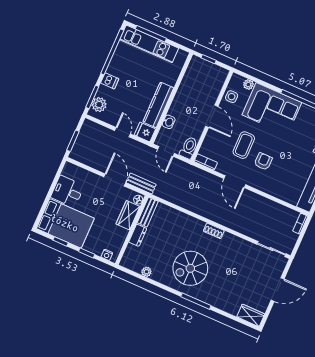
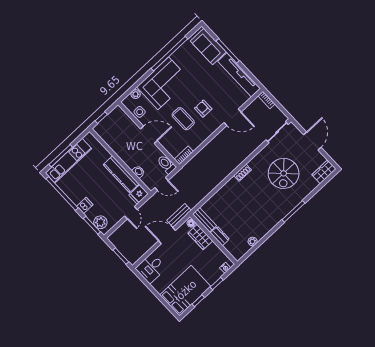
door: (123, 132) -> (131, 213), swing flipped
door: (235, 182) -> (233, 117), moved
desk: (67, 191) -> (151, 268), moved
spiral stairs: (190, 268) -> (284, 173), moved

